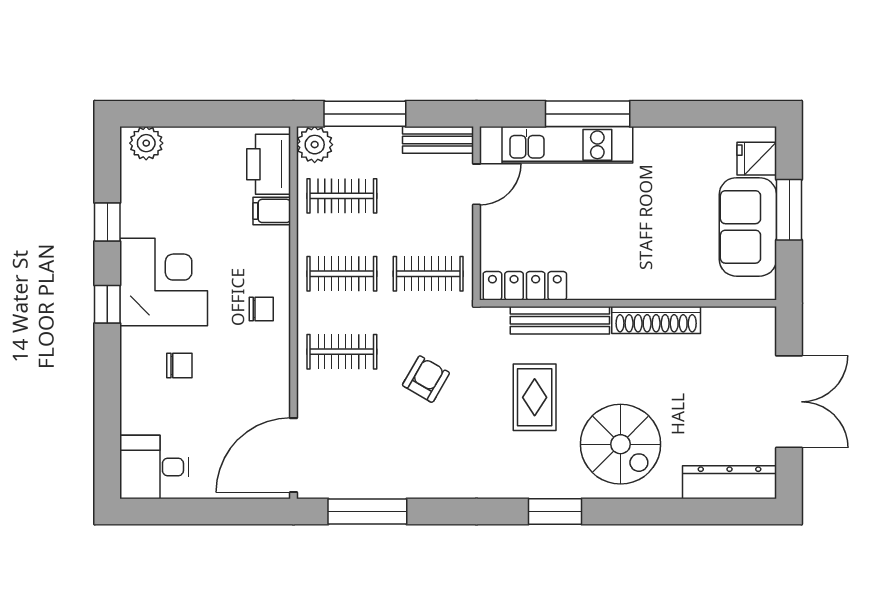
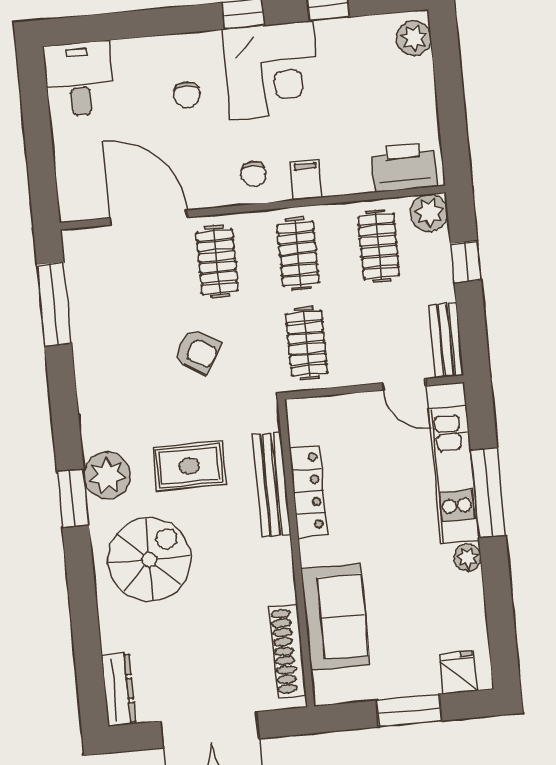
window: (365, 114) -> (466, 262), width x0.46
plant: (648, 139) -> (468, 558), added
filing cabinet: (272, 211) -> (306, 180), moved
sofa: (748, 227) -> (335, 617), moved, turned 90
locker: (525, 286) -> (308, 491), moved
shoe rack: (656, 320) -> (288, 651), moved
spiral stairs: (621, 444) -> (149, 559), turned 180
door: (293, 455) -> (149, 218), moved
plant: (536, 477) -> (107, 475), added
dresser: (730, 482) -> (119, 690), width x0.73, depth x0.80

